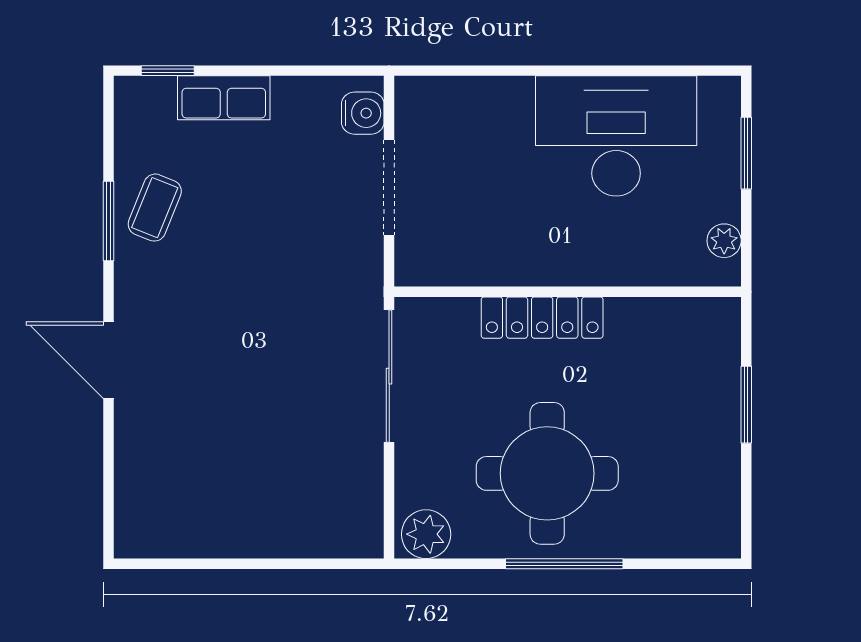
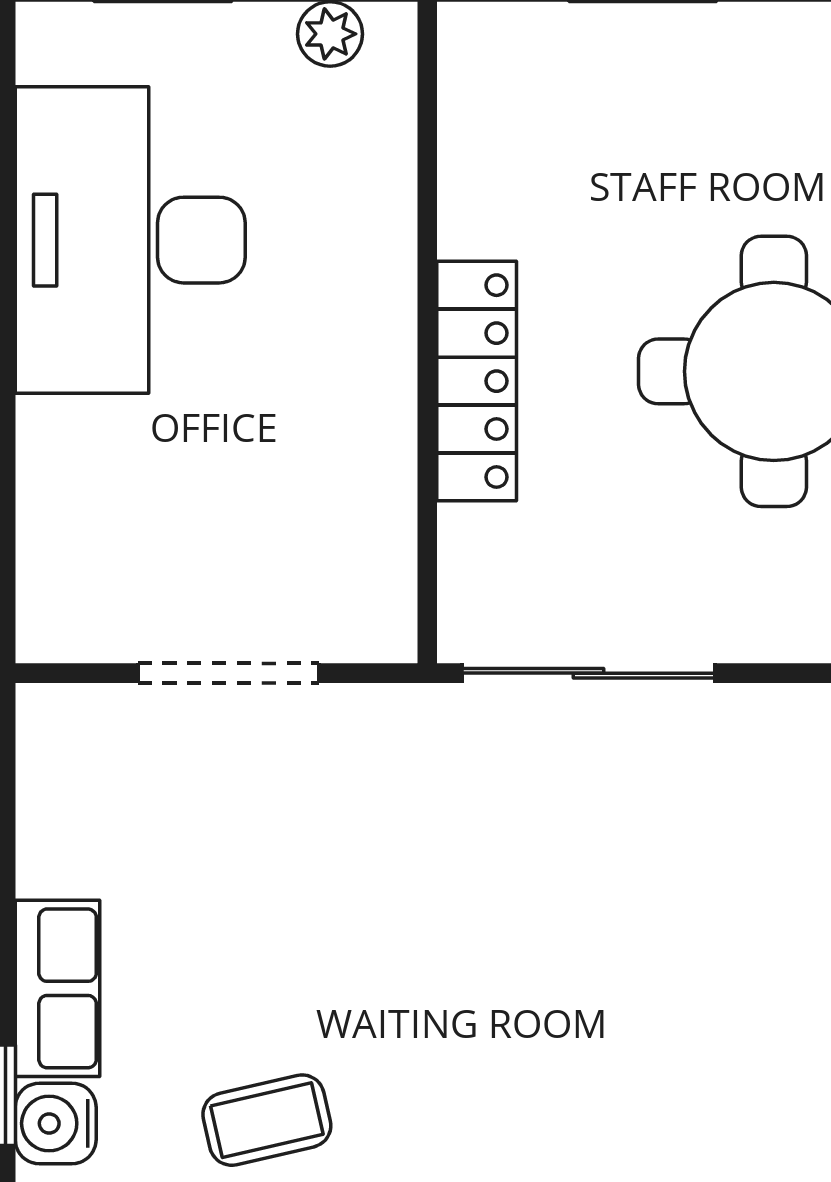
water cooler: (363, 113) -> (56, 1123), moved, turned -90
coffee table: (155, 208) -> (267, 1120), turned -35

